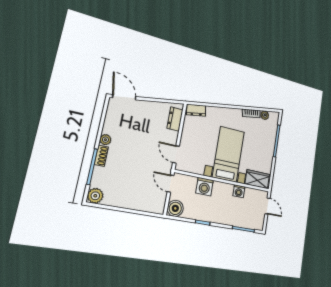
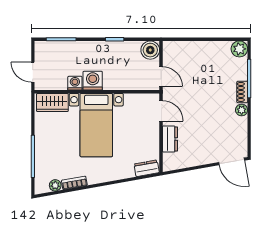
dresser: (175, 119) -> (170, 139), moved
washing machine: (204, 187) -> (93, 81), moved

